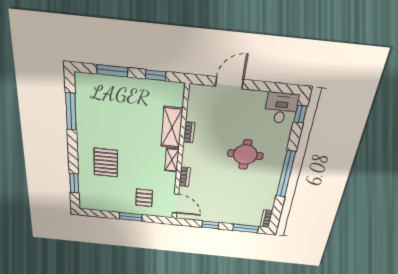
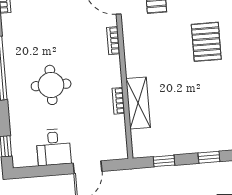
window: (112, 71) -> (209, 157), width x0.67
desk: (281, 108) -> (53, 147), moved
shelving: (172, 160) -> (131, 61), removed

